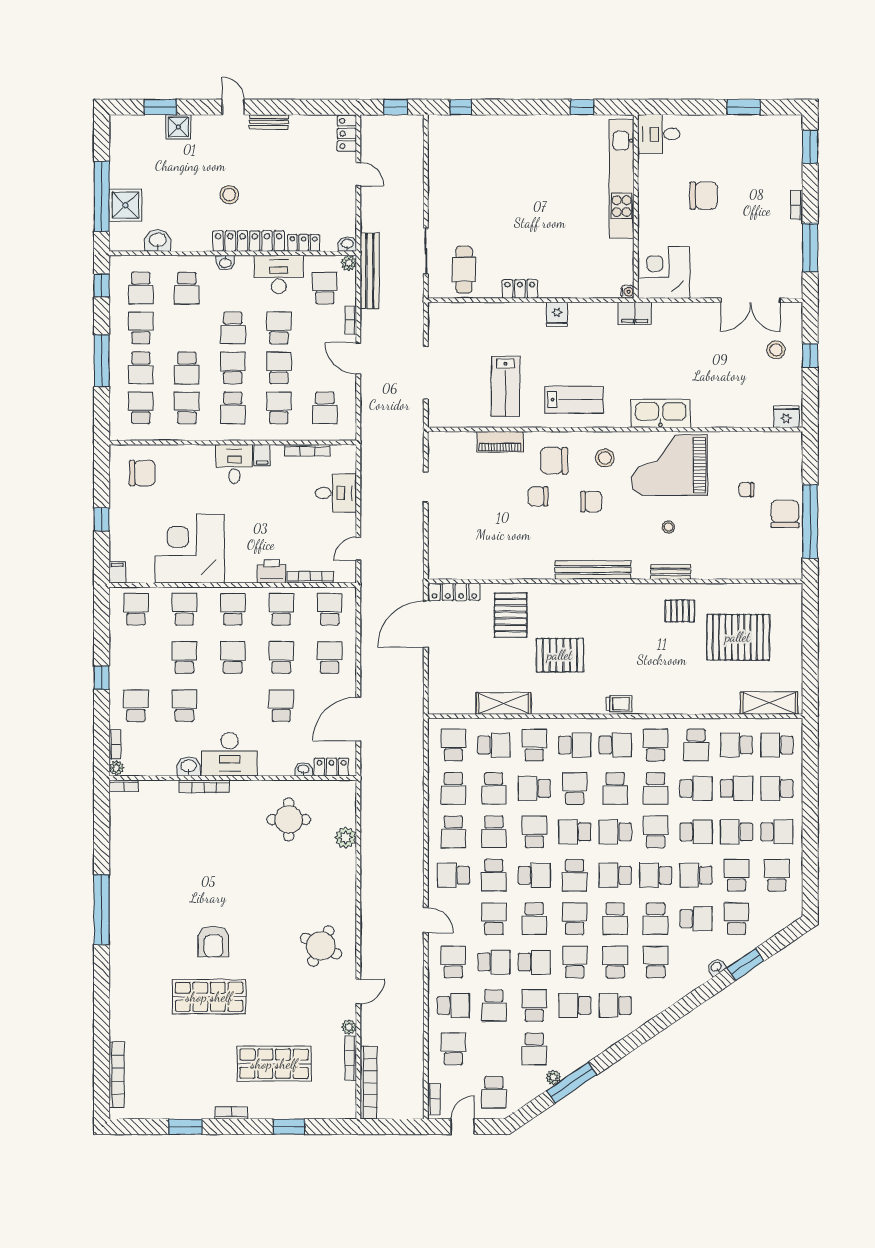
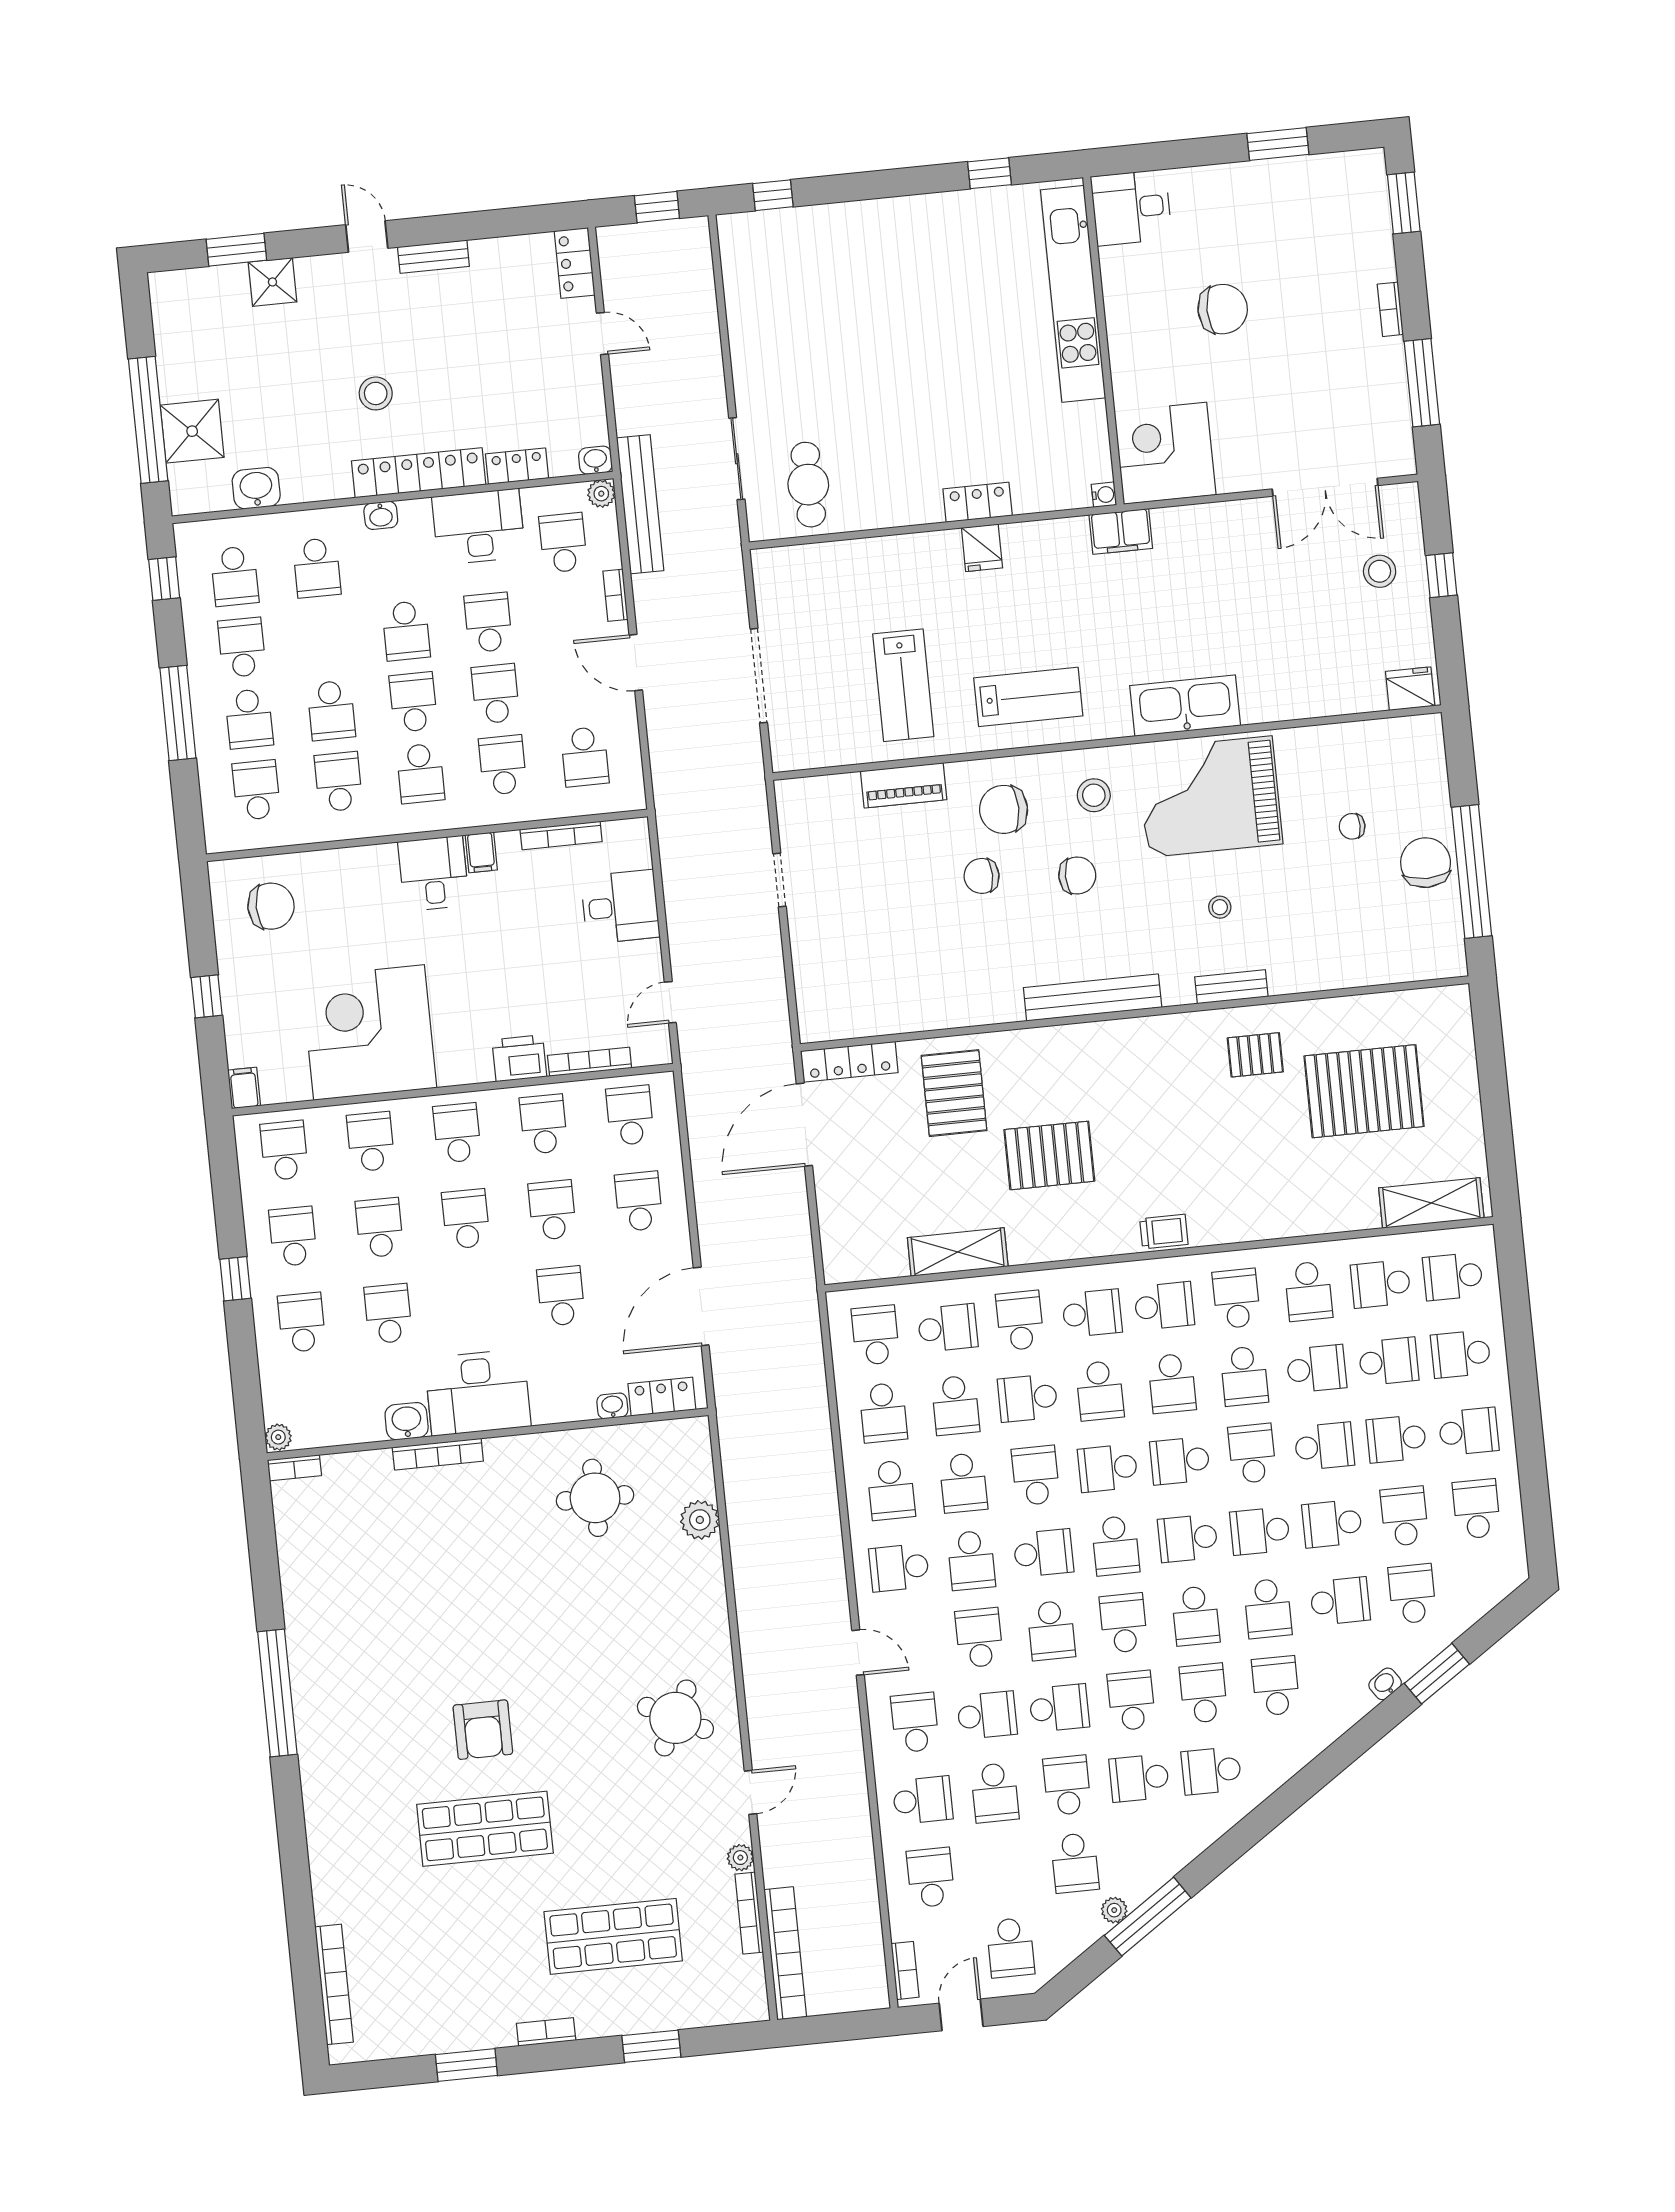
locker: (520, 289) -> (978, 502), moved
school desk: (136, 657) -> (293, 1236), added
bookcase: (115, 744) -> (271, 1395), removed
school desk: (575, 788) -> (1100, 1391), turned 180

